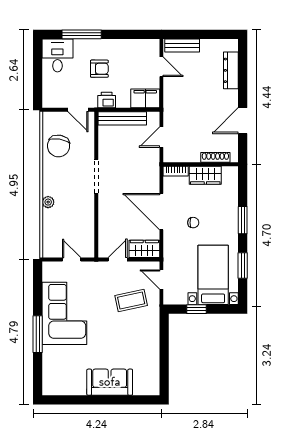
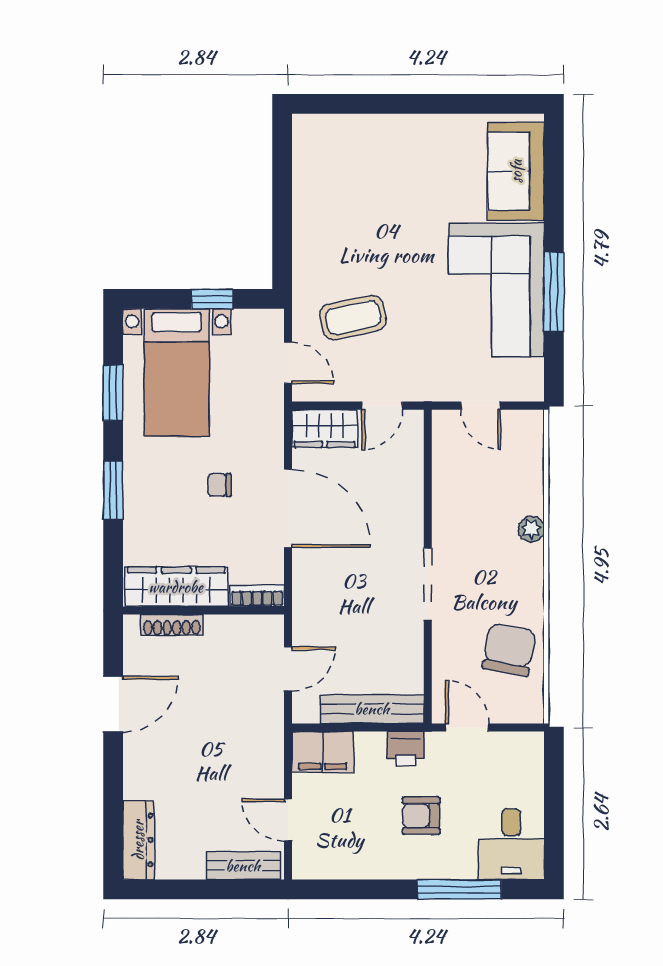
dresser: (231, 70) -> (138, 840), moved
wardrobe: (205, 175) -> (176, 587), width x1.50
window: (38, 334) -> (554, 292), moved
sofa: (110, 382) -> (516, 171), moved, turned 90

